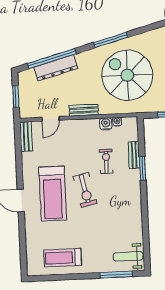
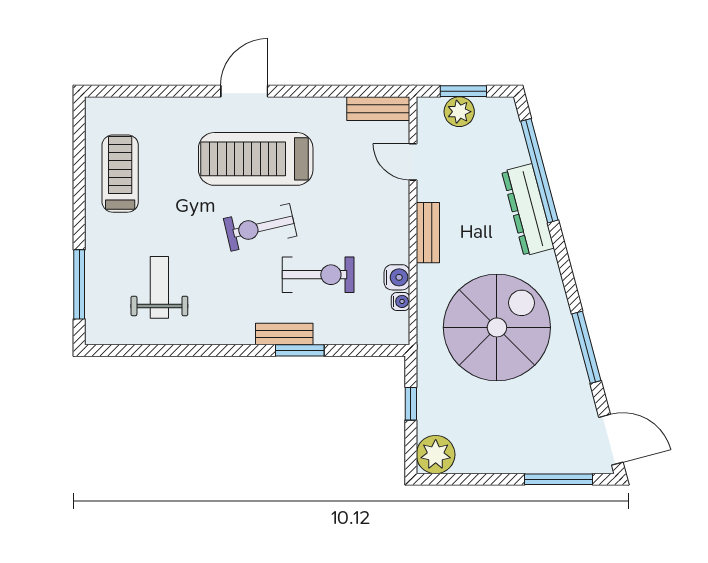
window: (111, 40) -> (586, 347), moved
dresser: (56, 68) -> (528, 210), moved
plant: (26, 98) -> (459, 112), added
bench: (134, 155) -> (284, 334), moved
exercise bike: (106, 161) -> (318, 275), width x1.38, depth x1.39
weight bench: (128, 256) -> (159, 287), moved

